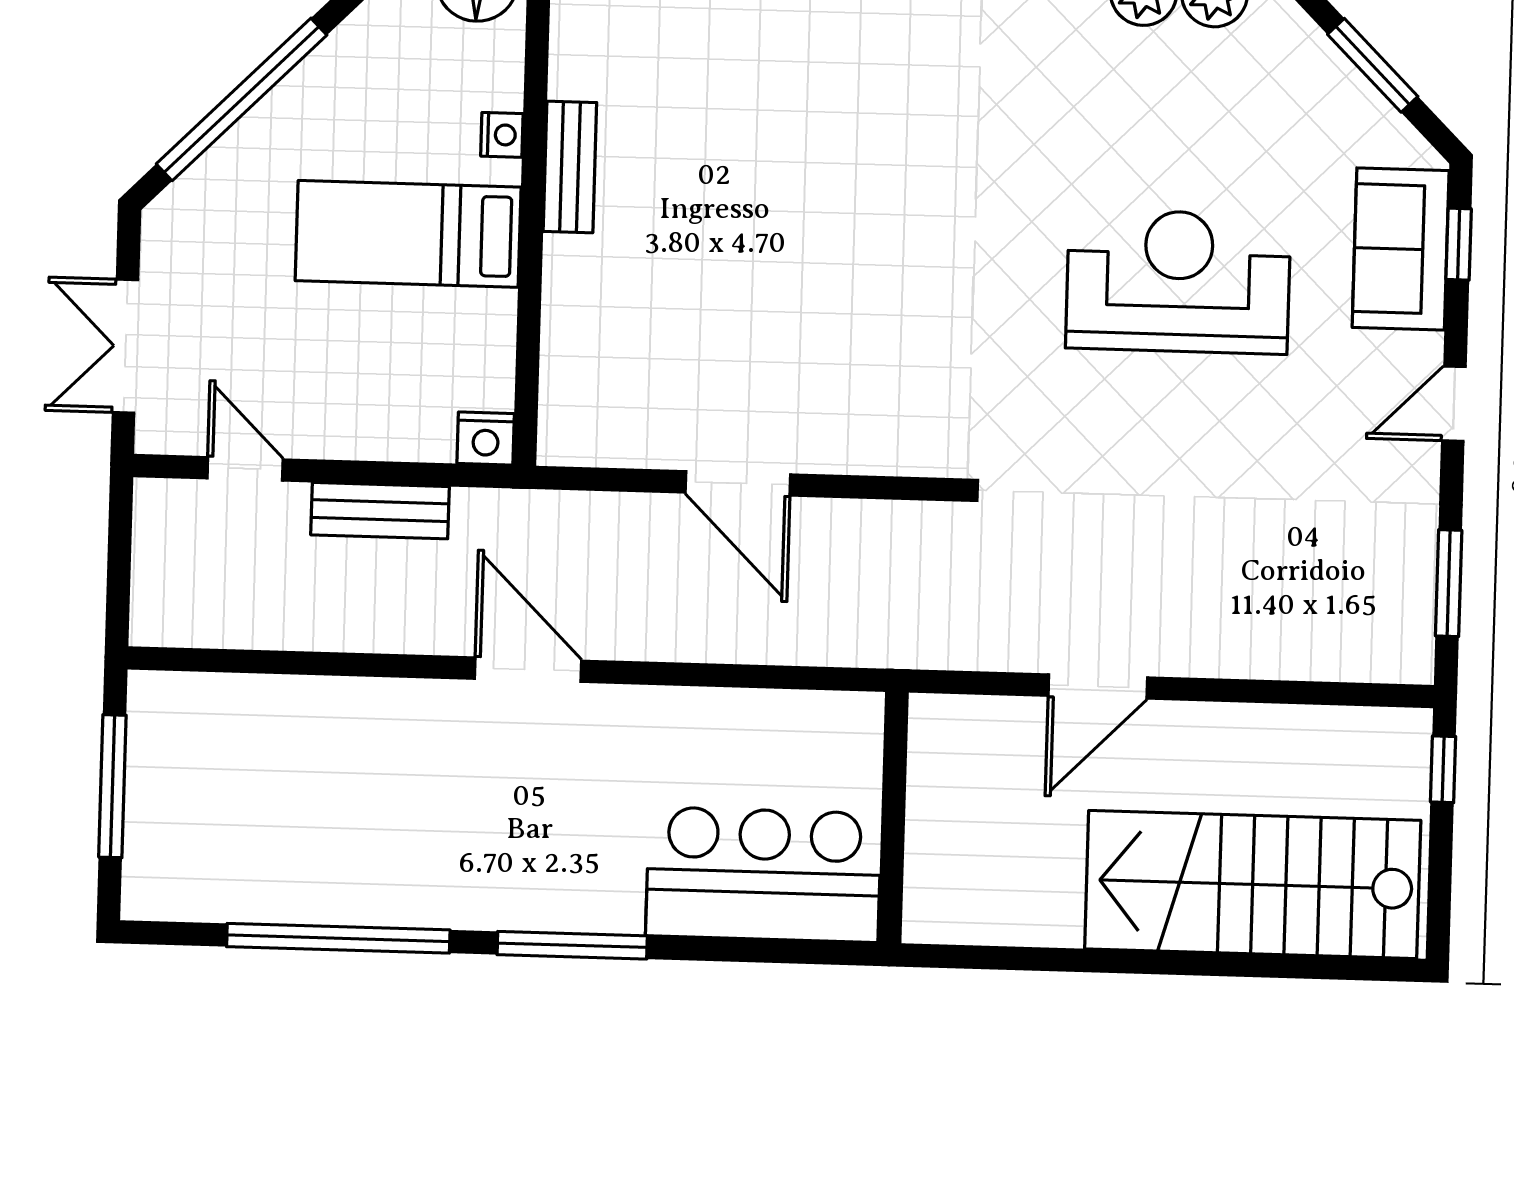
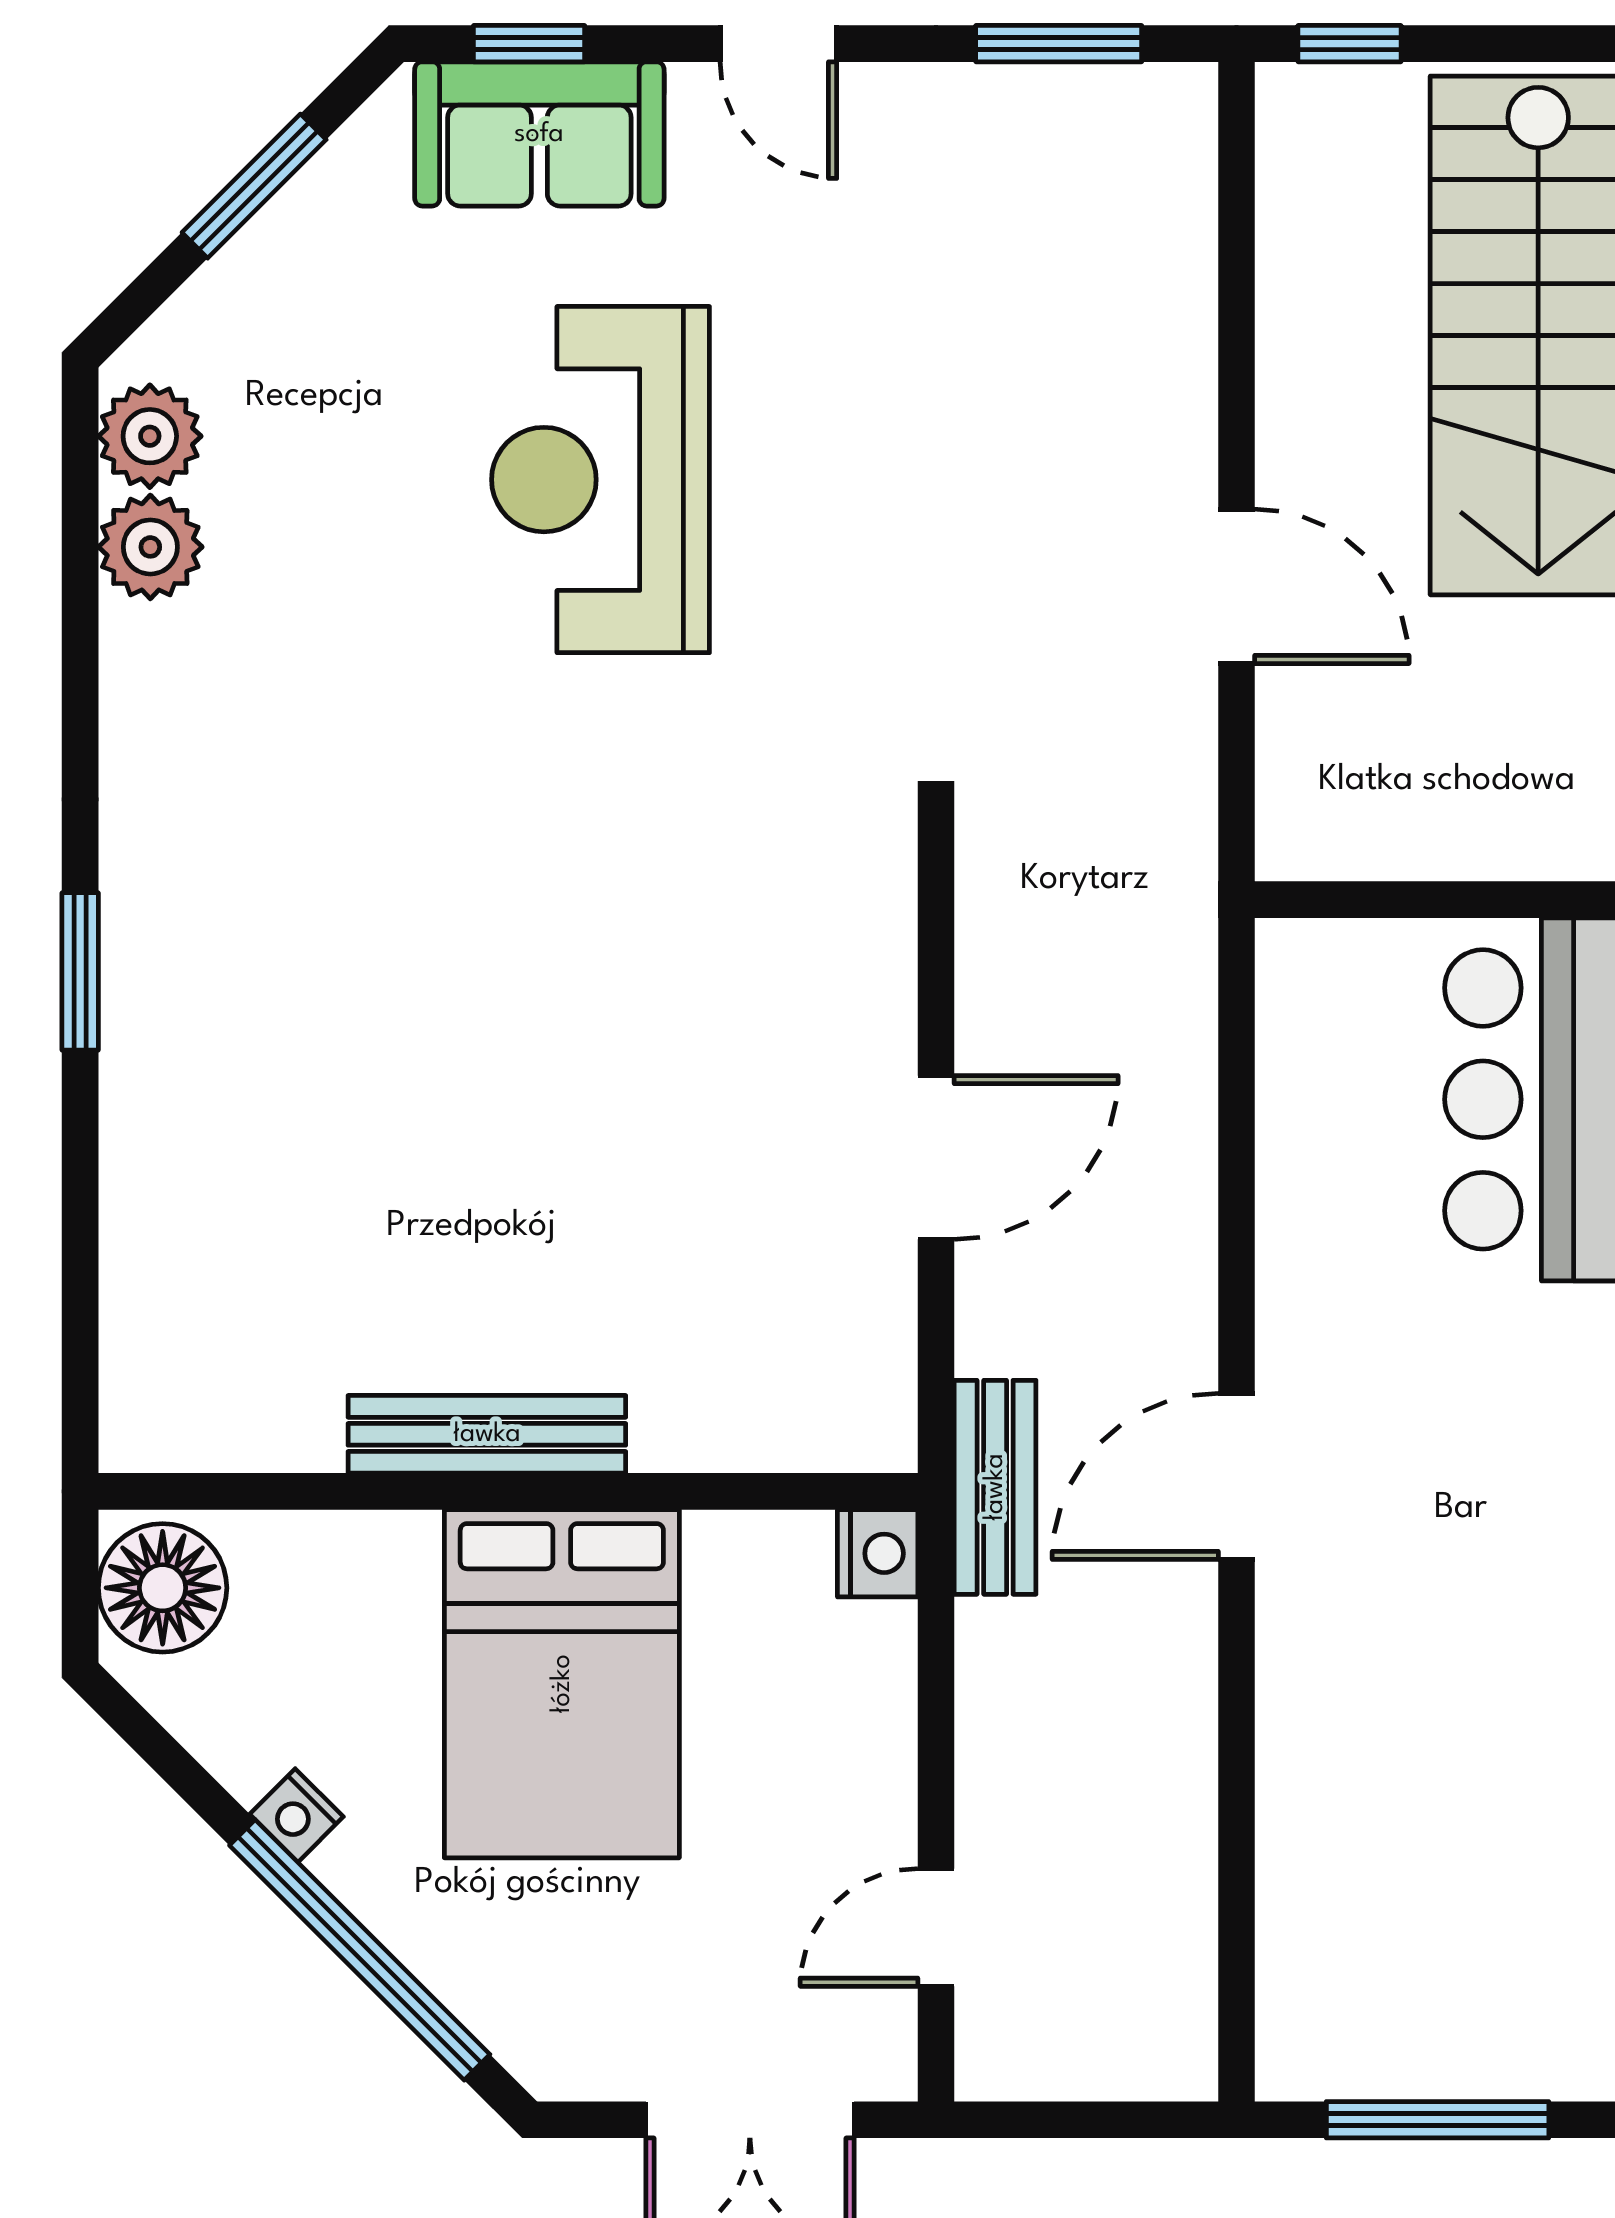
nightstand: (502, 135) -> (297, 1815), moved, turned -135
bench: (570, 167) -> (487, 1434), width x1.36
bed: (408, 234) -> (562, 1684), width x1.50
bench: (380, 511) -> (995, 1487), moved

